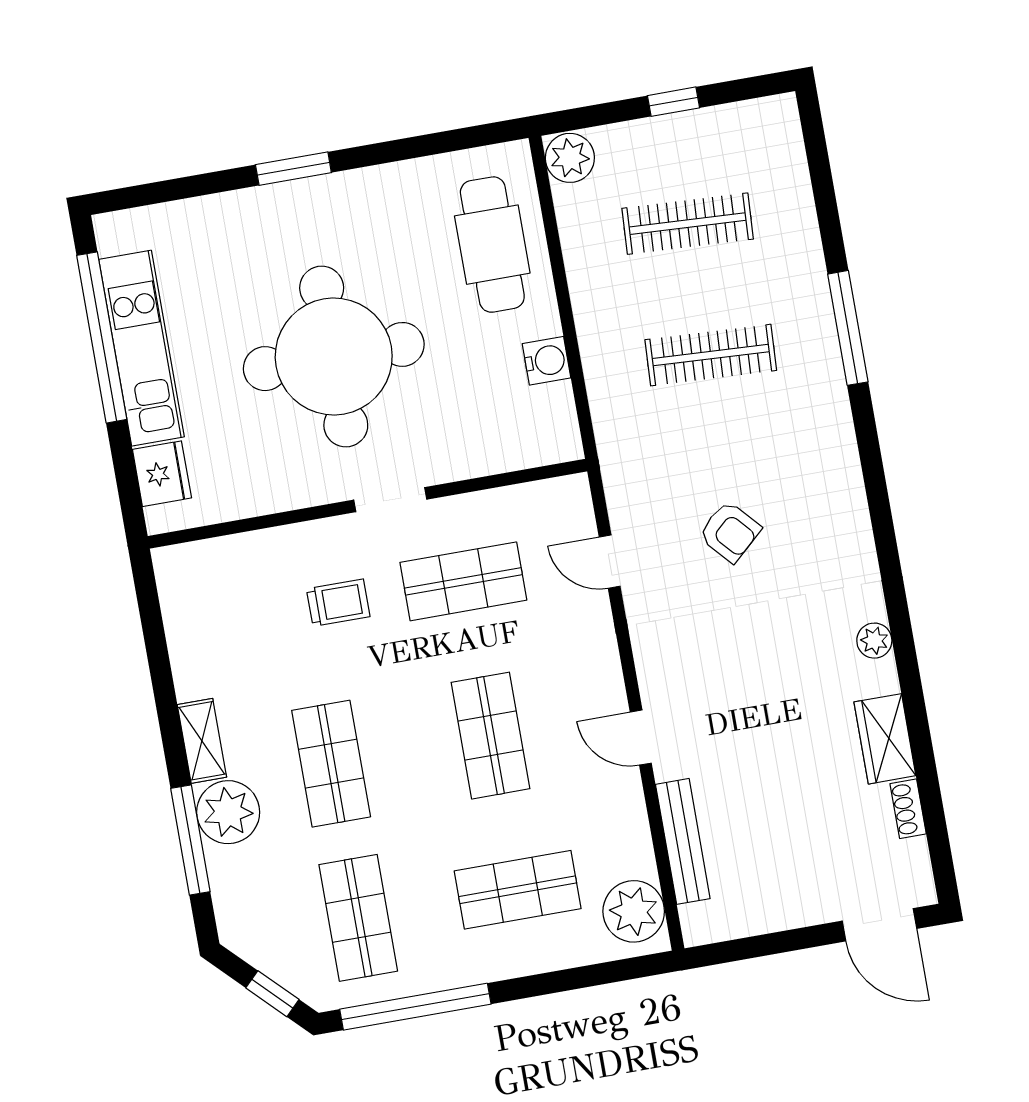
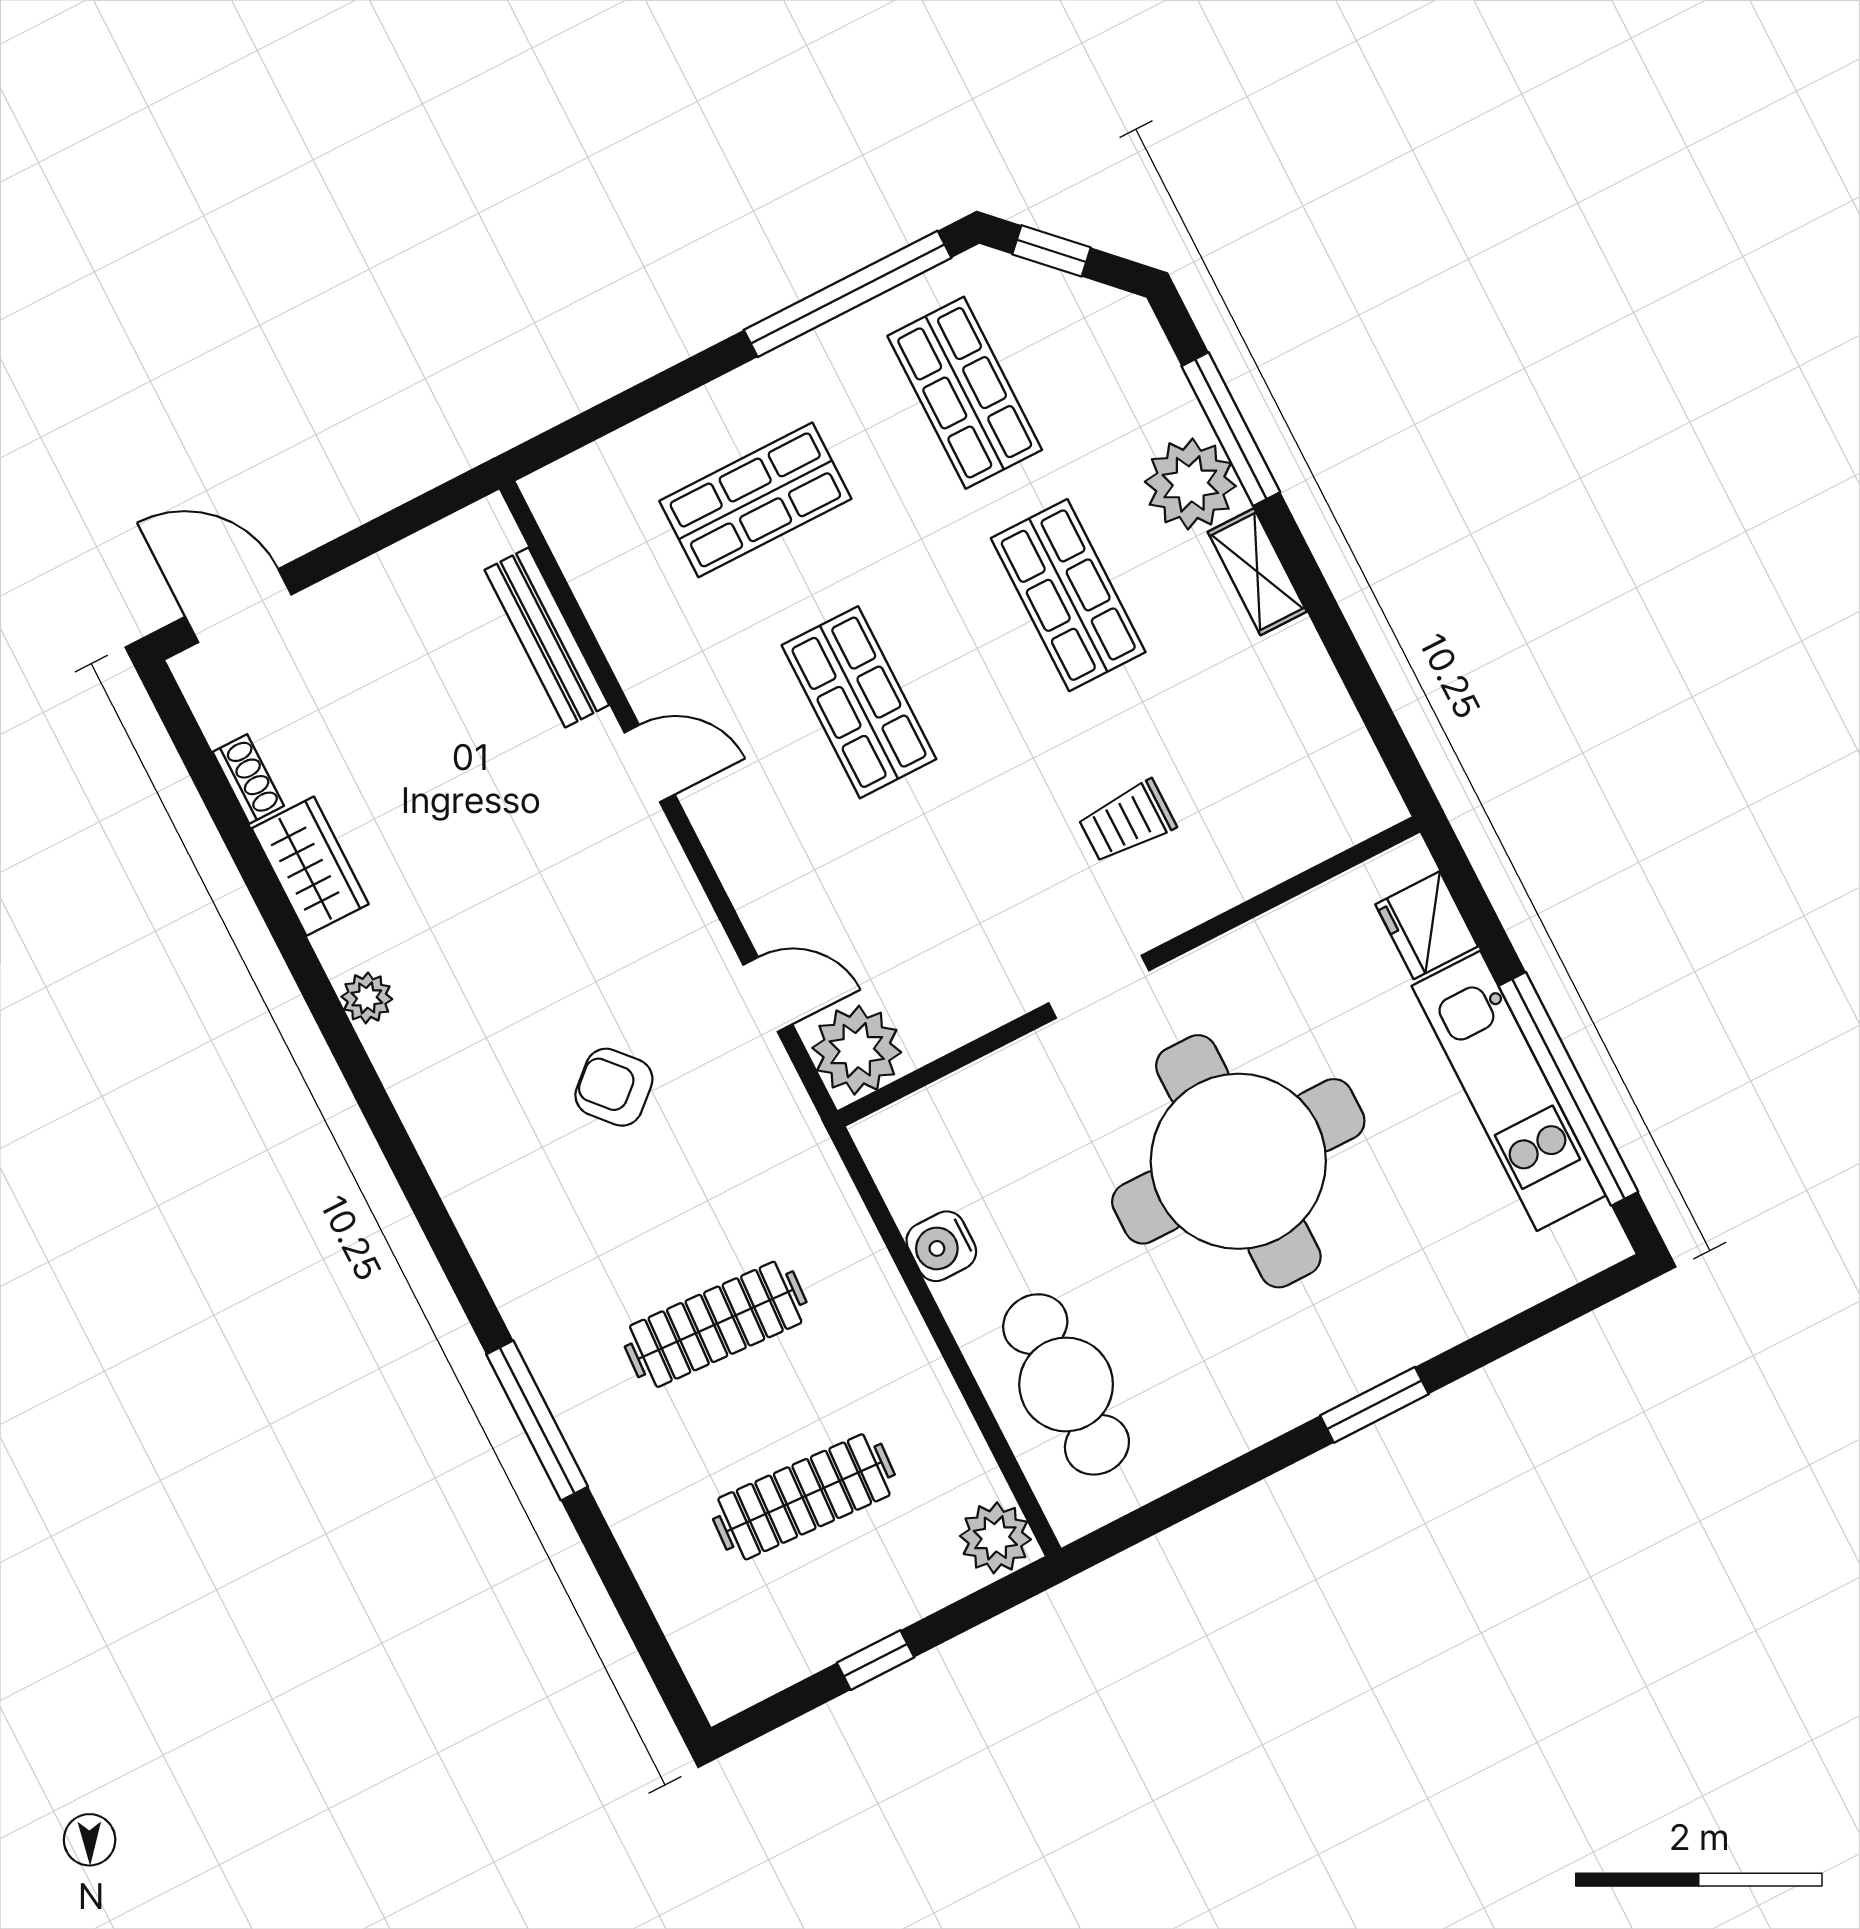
shop shelf: (463, 581) -> (963, 905), removed
plant: (634, 911) -> (857, 1050), moved

